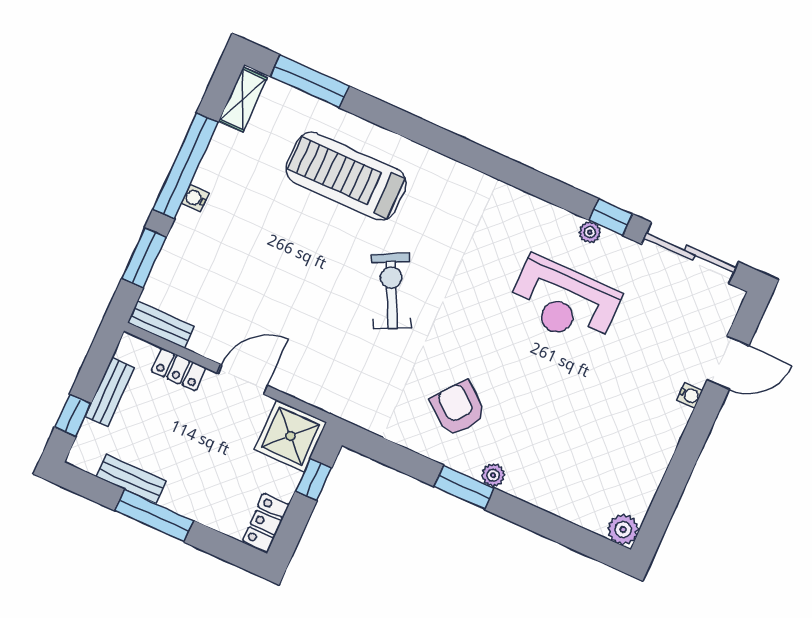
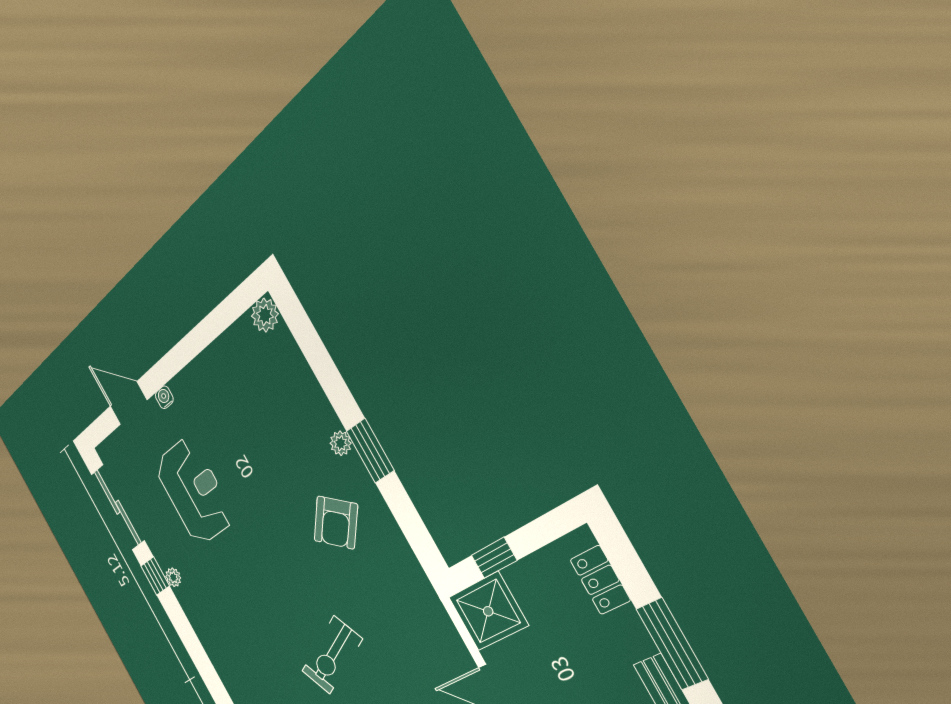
reception desk: (564, 302) -> (194, 491), moved
locker: (266, 523) -> (600, 580), moved, turned 90

